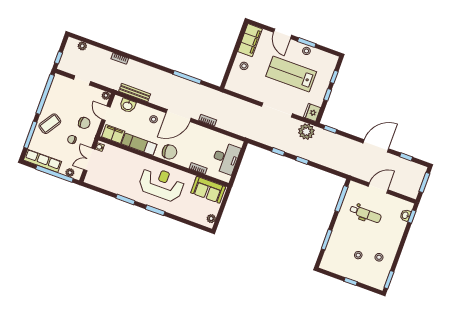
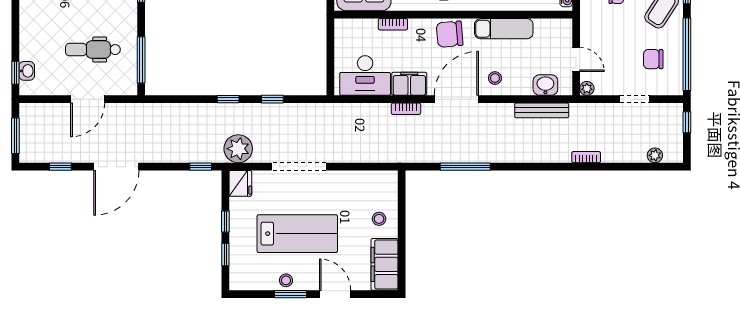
chair: (84, 123) -> (653, 59), moved
filing cabinet: (113, 134) -> (409, 84), moved, turned 180
desk: (226, 158) -> (365, 75), moved, turned -90

